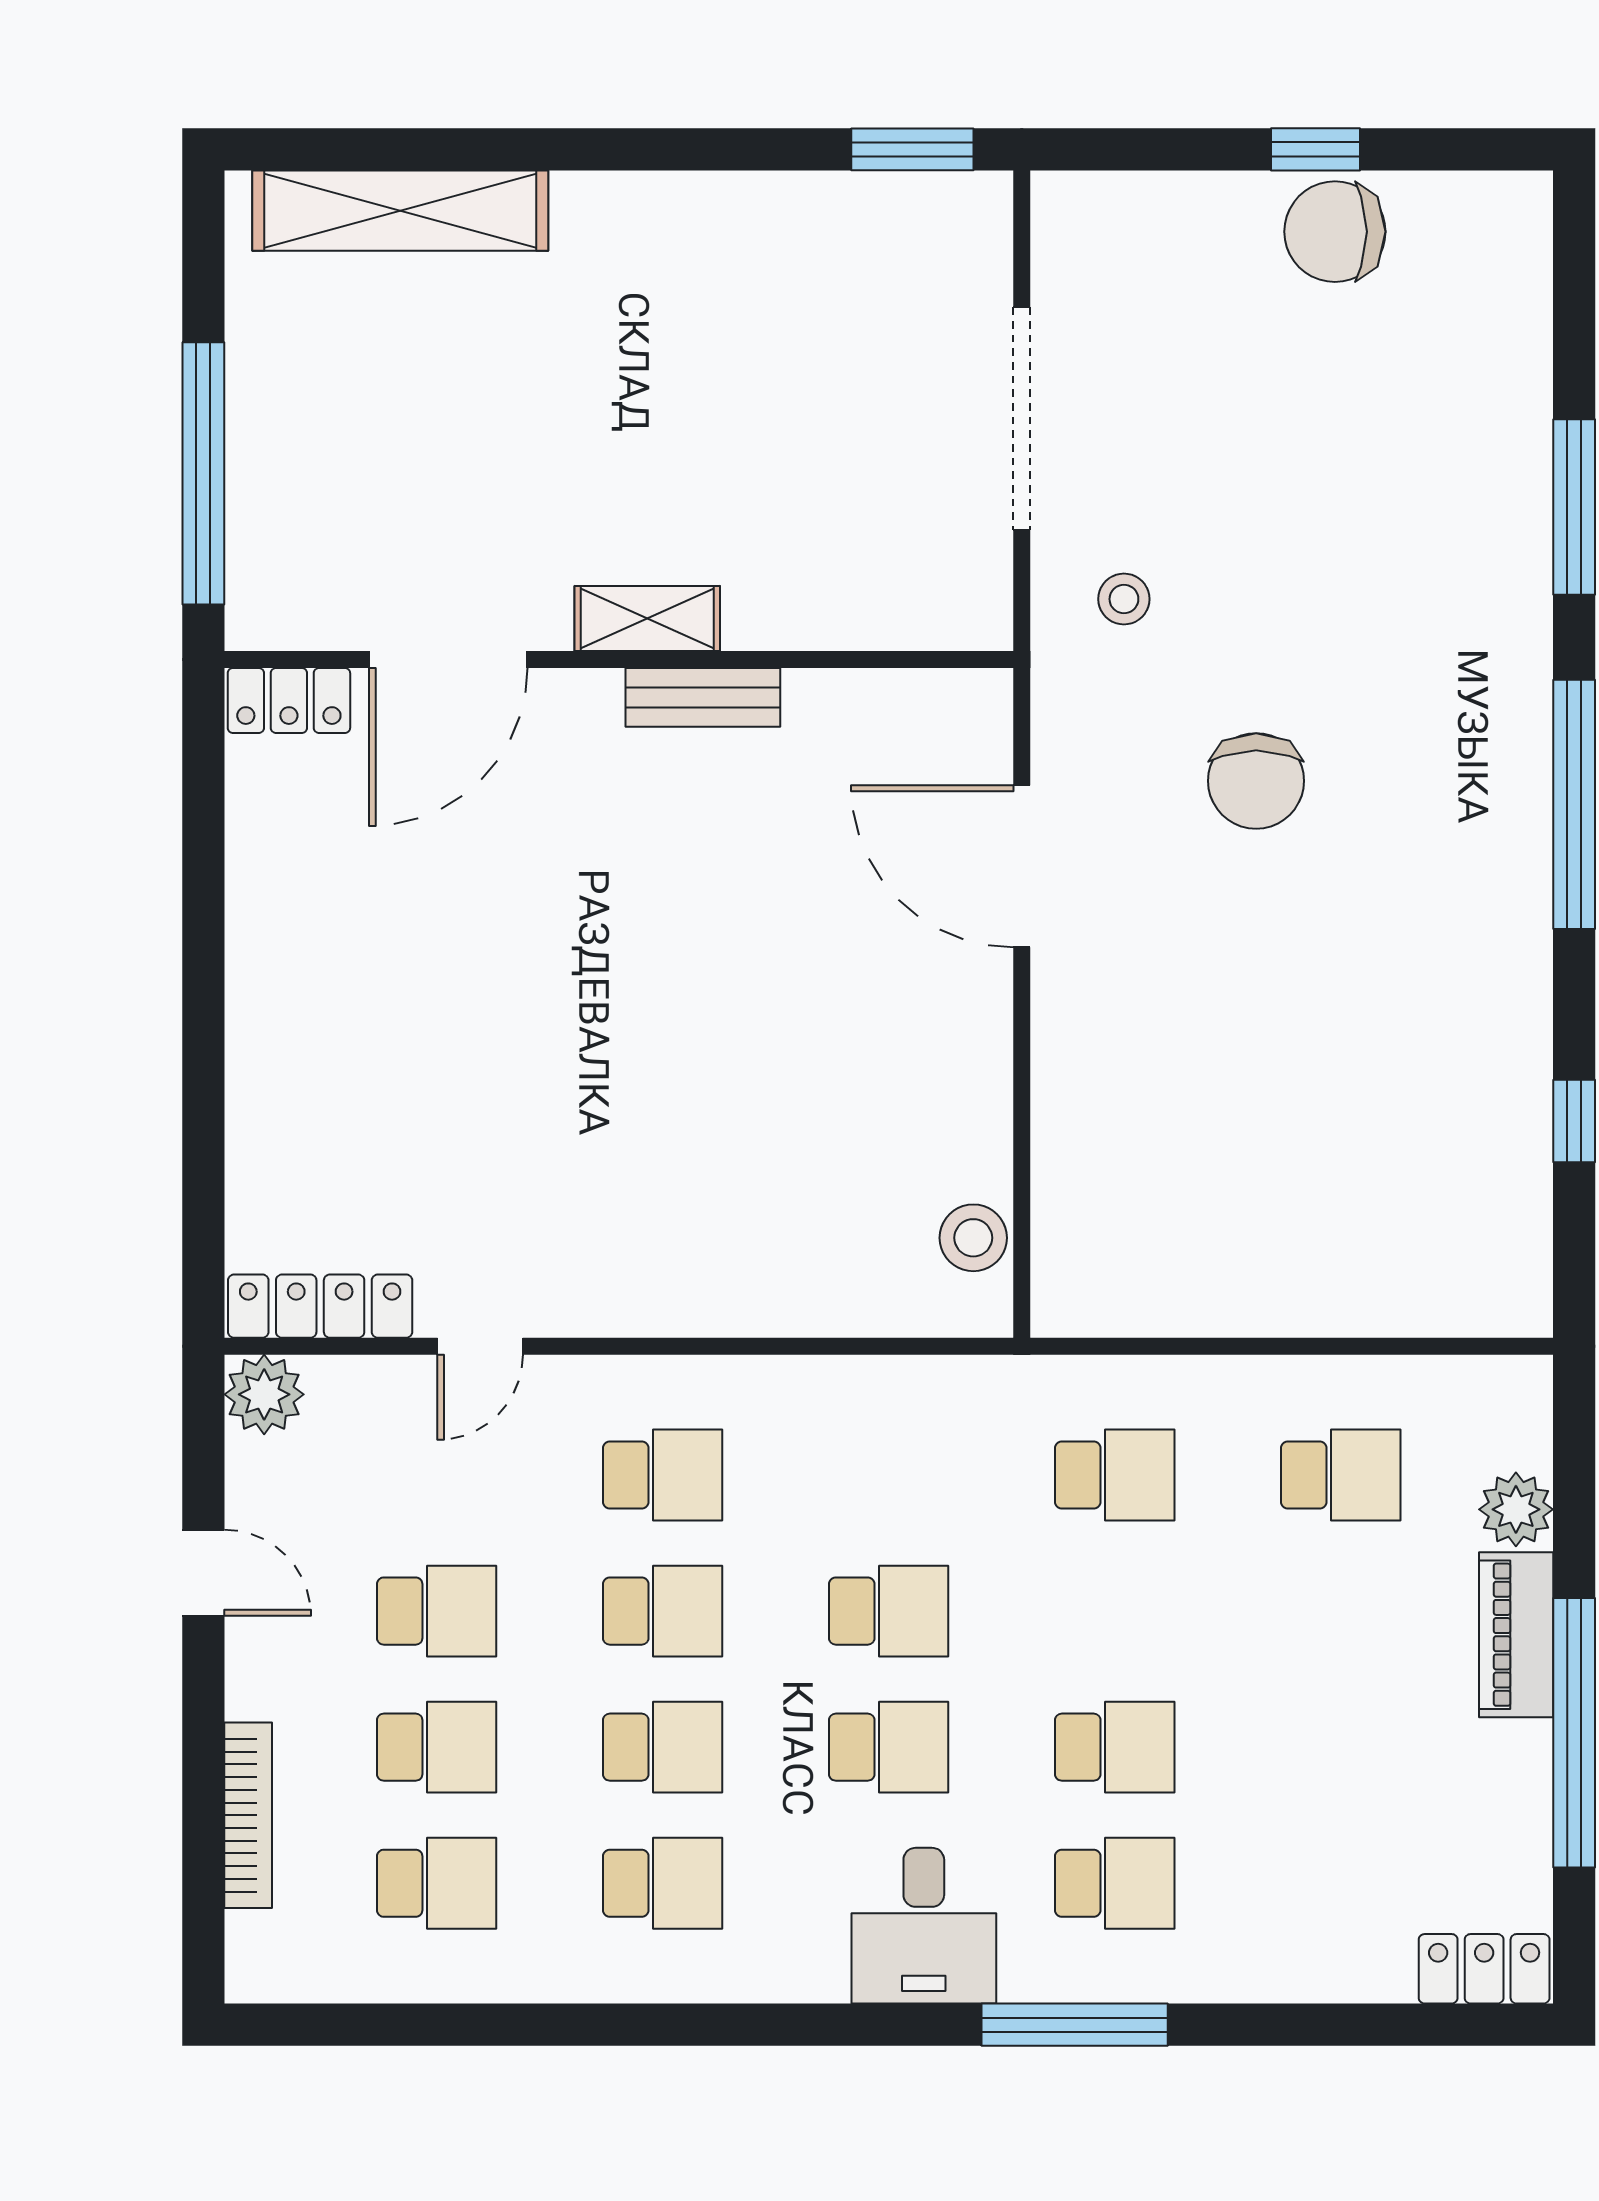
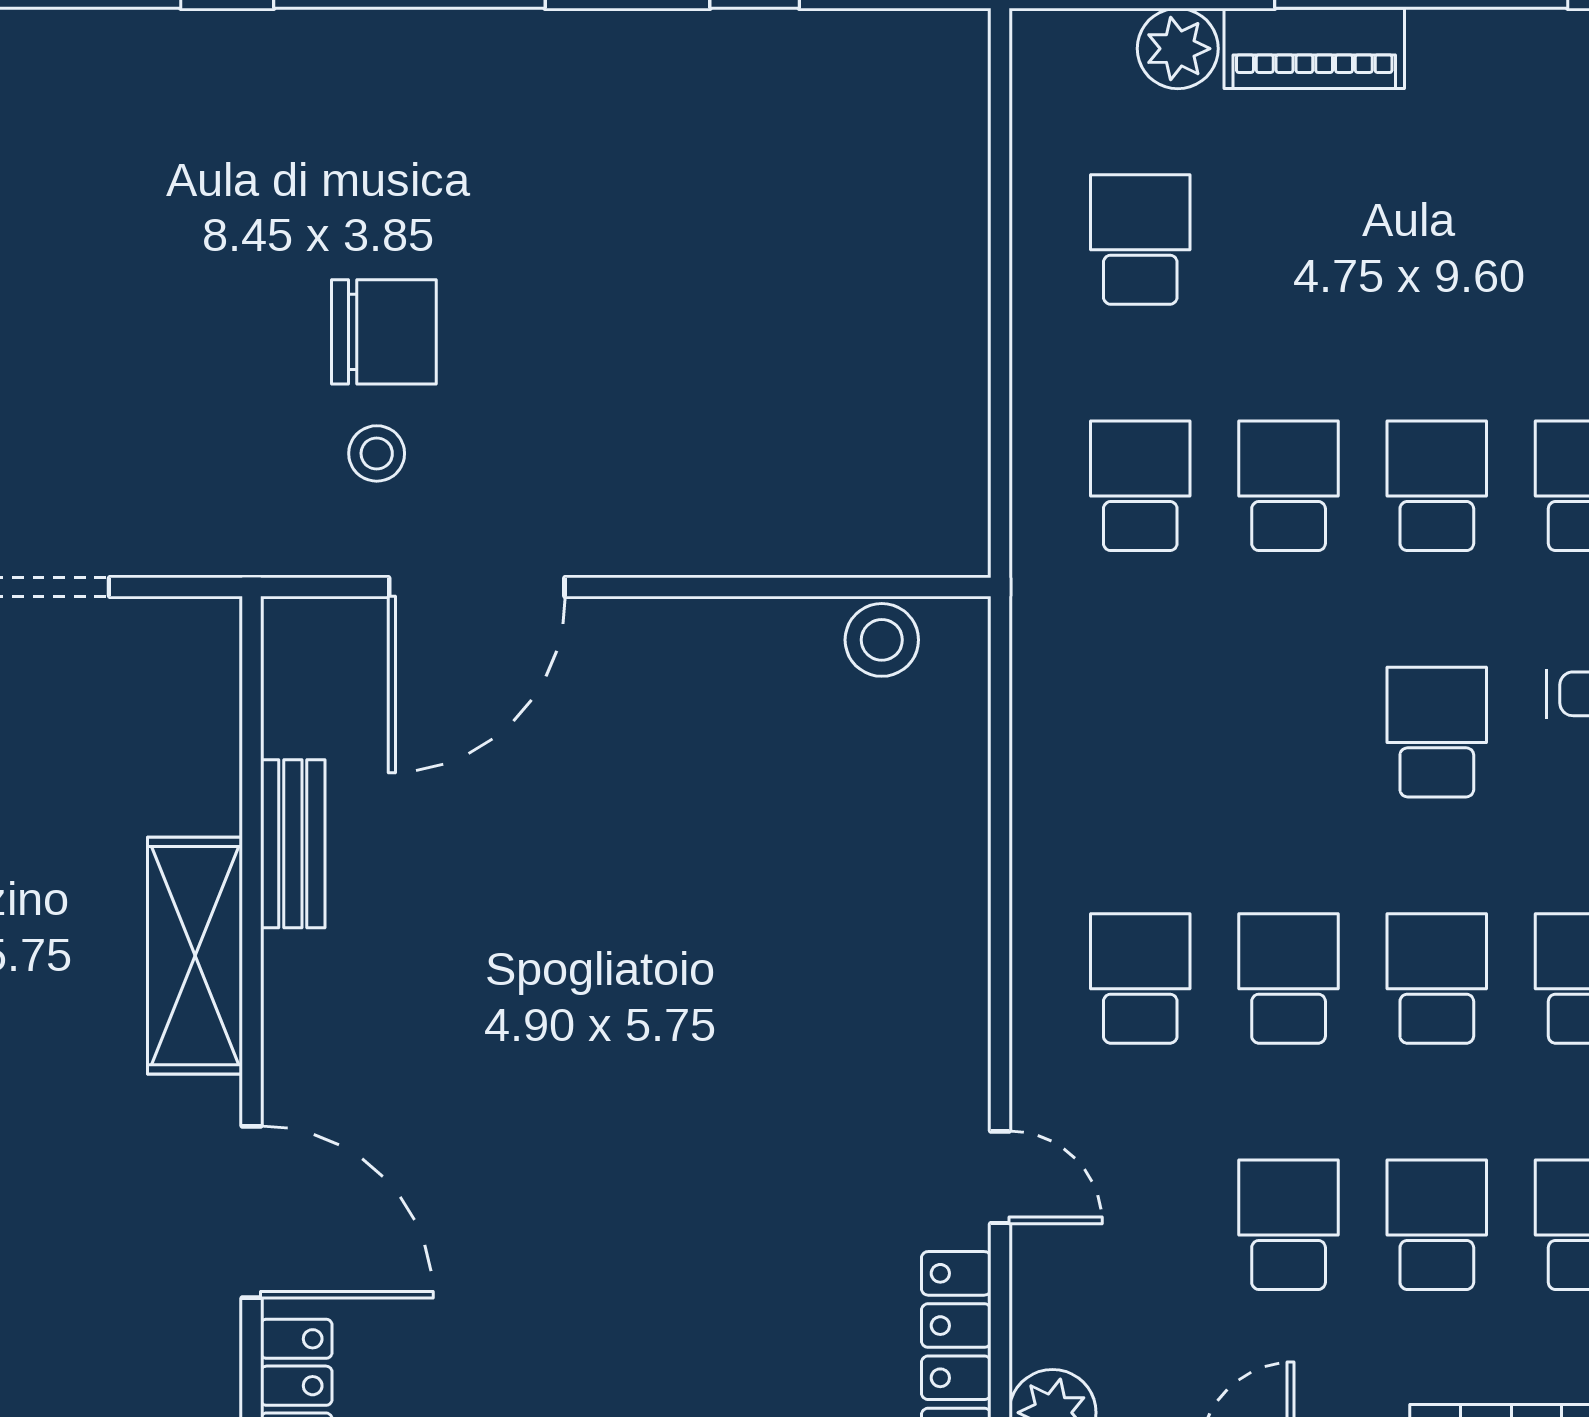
stool: (1124, 599) -> (377, 453), moved
shelving: (647, 618) -> (195, 956), width x1.50, depth x1.33
bench: (703, 697) -> (293, 844), moved
school desk: (889, 1611) -> (1289, 486), moved

